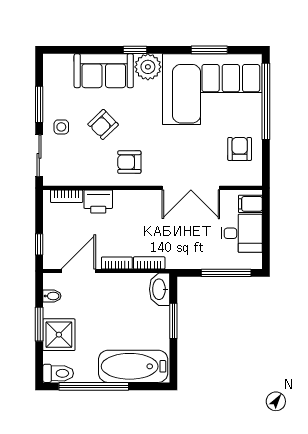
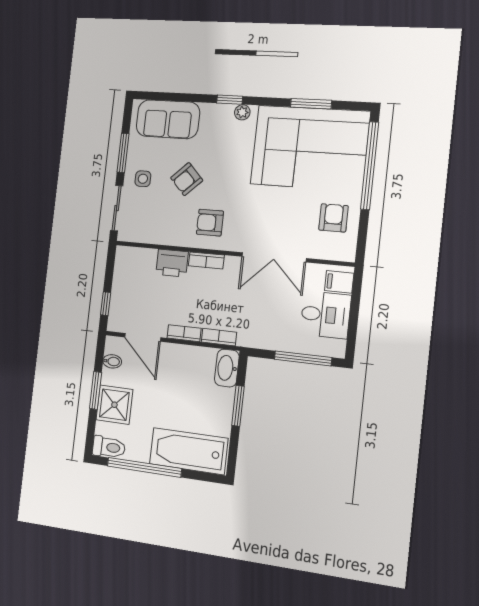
plant: (148, 67) -> (242, 112), width x0.53, depth x0.53
sofa: (104, 71) -> (168, 119), moved
bookcase: (67, 196) -> (206, 260), moved
door: (78, 271) -> (143, 337), swing flipped

